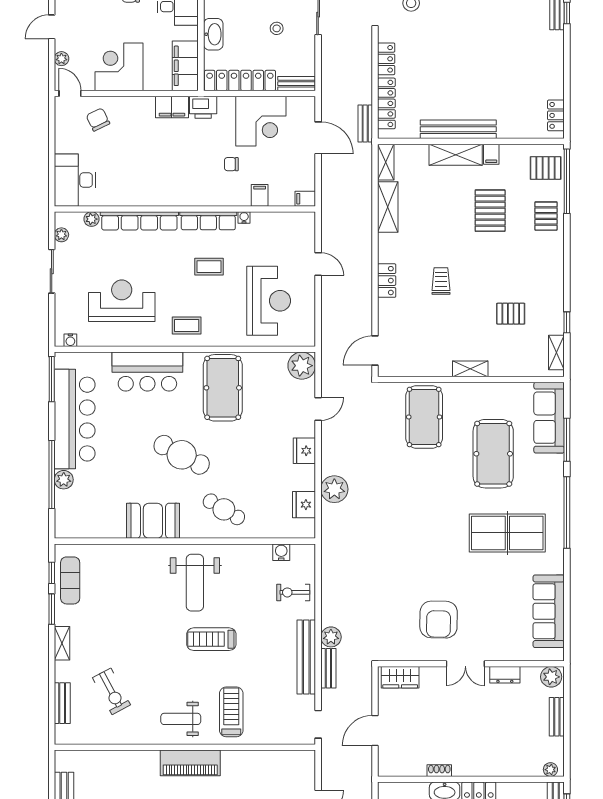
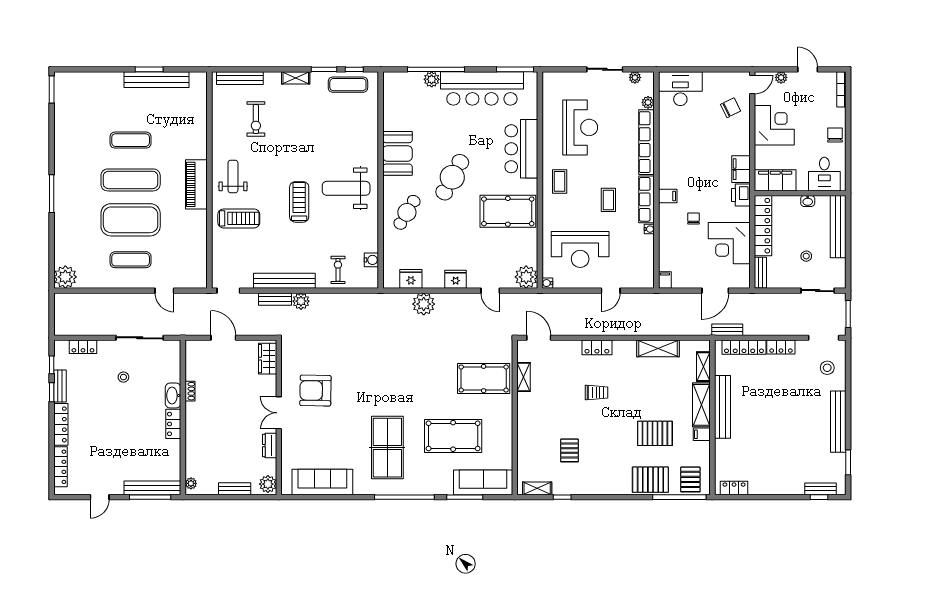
washbasin: (213, 34) -> (808, 201), width x0.52, depth x0.69
shelving: (386, 162) -> (703, 367), moved, turned 90
filing cabinet: (260, 195) -> (668, 196), moved
pallet: (546, 216) -> (650, 480), width x1.50, depth x1.42
water cooler: (70, 340) -> (547, 283), moved
shelving: (470, 369) -> (524, 377), moved
exercise bike: (111, 691) -> (256, 119), turned -62
bench: (62, 703) -> (240, 78), width x1.36

